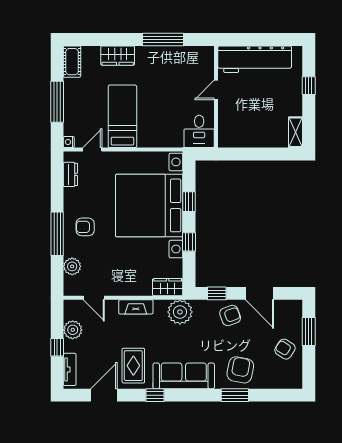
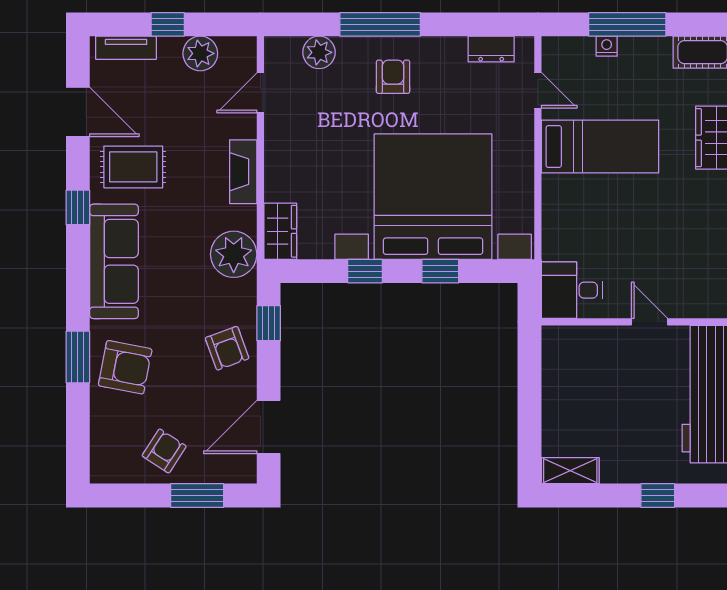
nightstand: (69, 142) -> (607, 46), moved
door: (260, 293) -> (269, 427), moved

